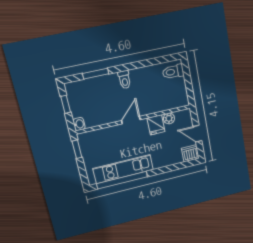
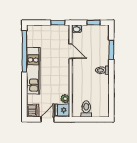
toilet: (173, 72) -> (86, 109), moved
door: (131, 120) -> (71, 51), moved
fridge: (156, 125) -> (62, 110), moved
kitchen unit: (123, 169) -> (33, 71), moved

